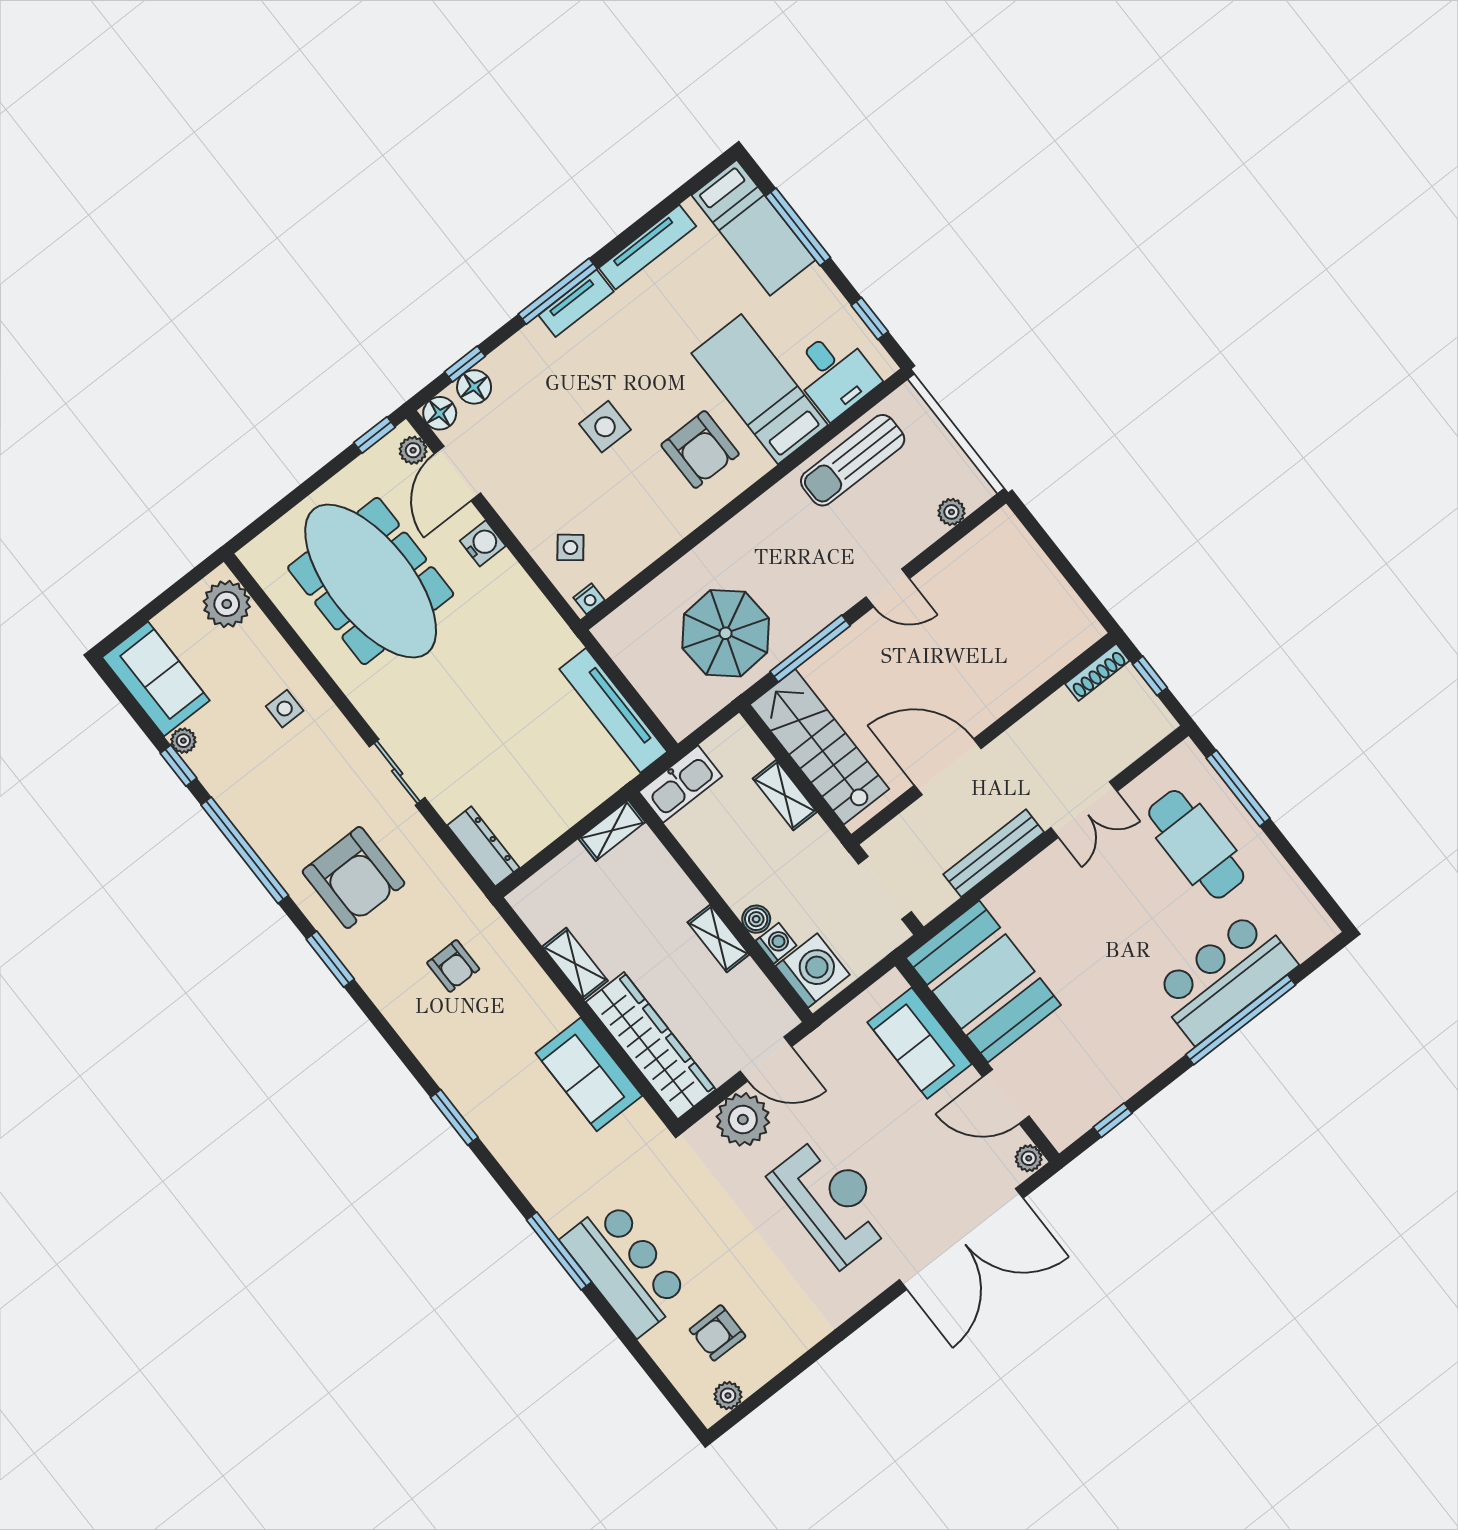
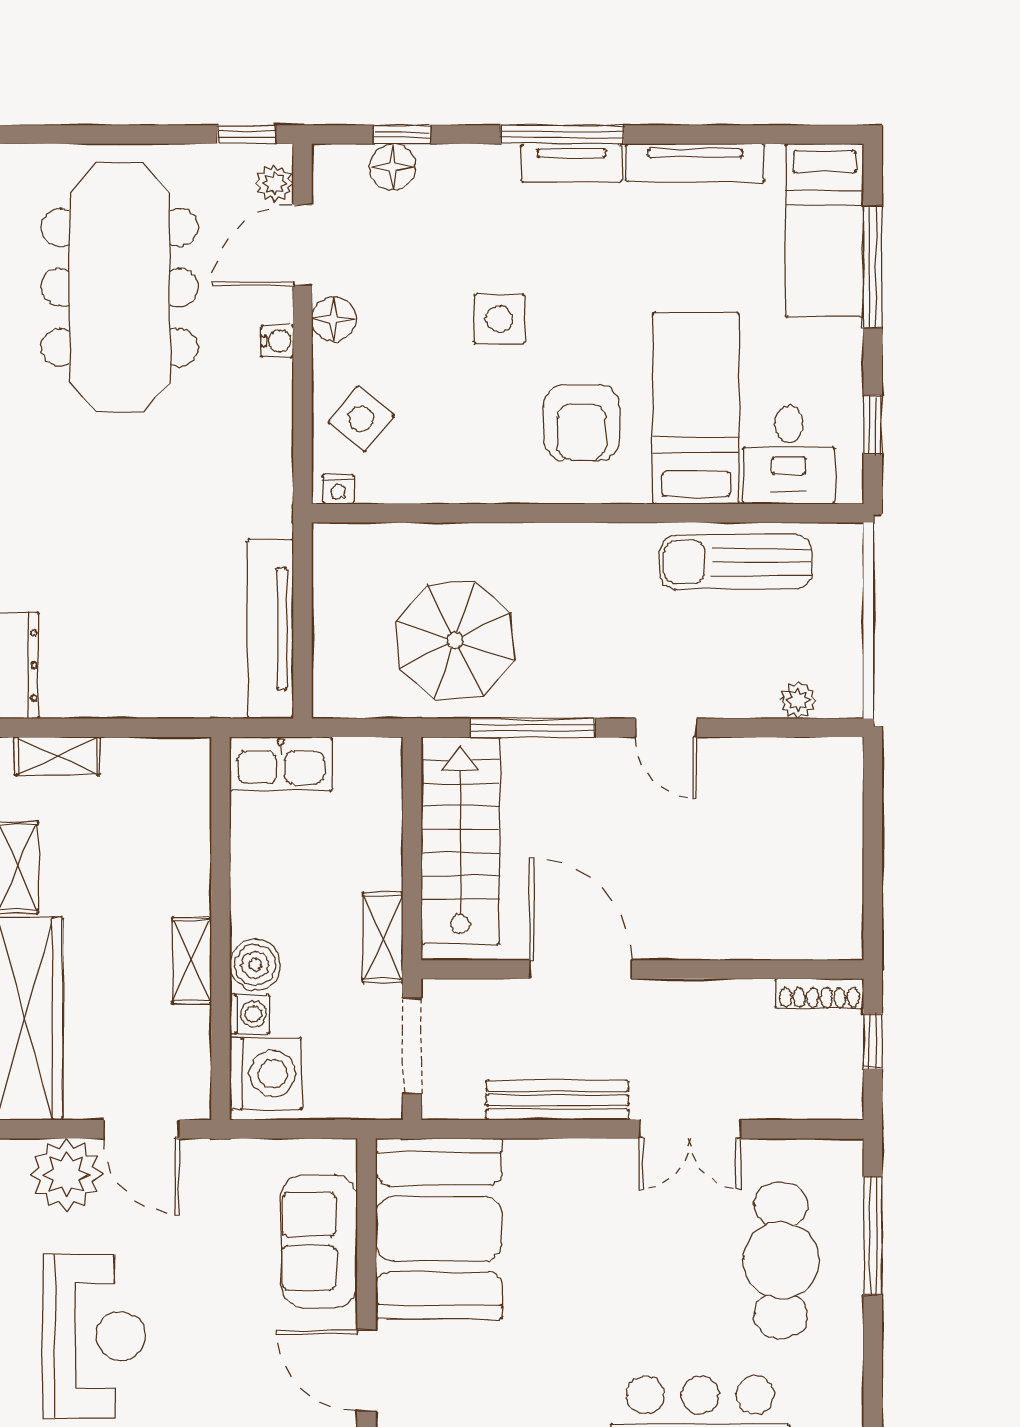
floor lamp: (440, 413) -> (334, 319), moved
water cooler: (483, 543) -> (277, 341), width x0.72, depth x0.72
side table: (570, 547) -> (361, 419), width x1.37, depth x1.37
shelving: (785, 795) -> (383, 938), moved
shelving: (612, 830) -> (57, 756), moved
boiler: (756, 919) -> (255, 965), width x1.36, depth x1.36

